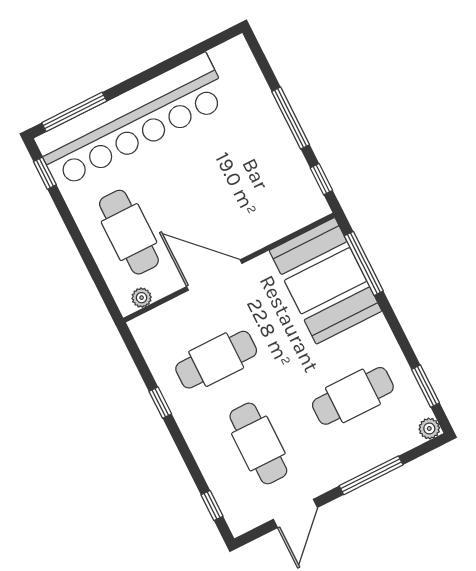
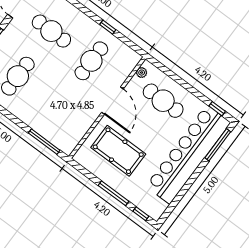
window: (321, 179) -> (141, 214), moved
pool table: (247, 186) -> (118, 151), added
door: (214, 275) -> (112, 101), hinge flipped
booth: (325, 281) -> (58, 124), removed

